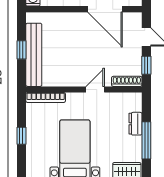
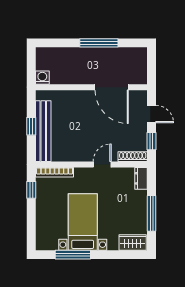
dresser: (135, 124) -> (141, 178), moved
window: (21, 136) -> (31, 190), moved

